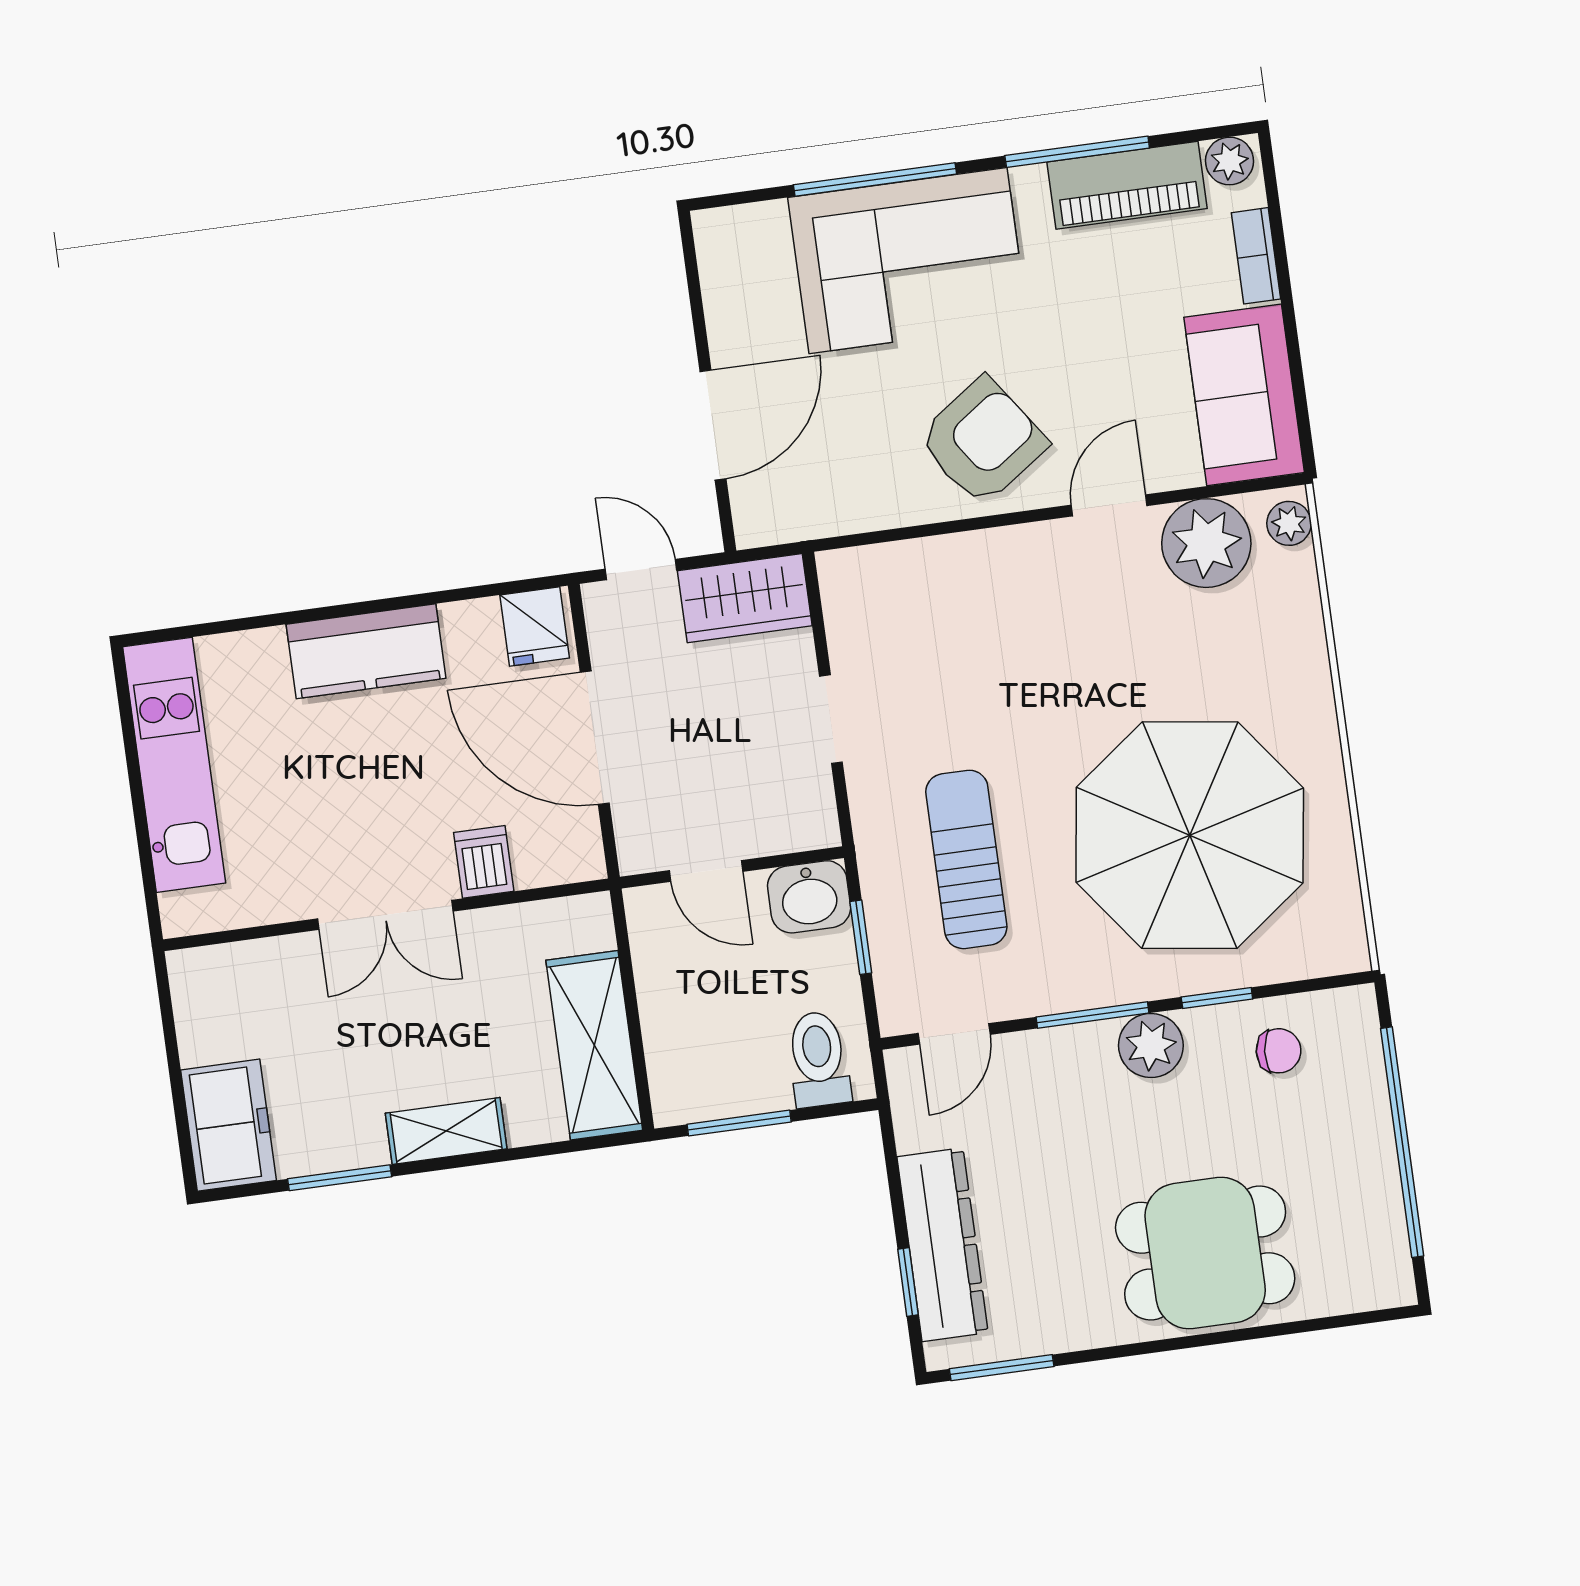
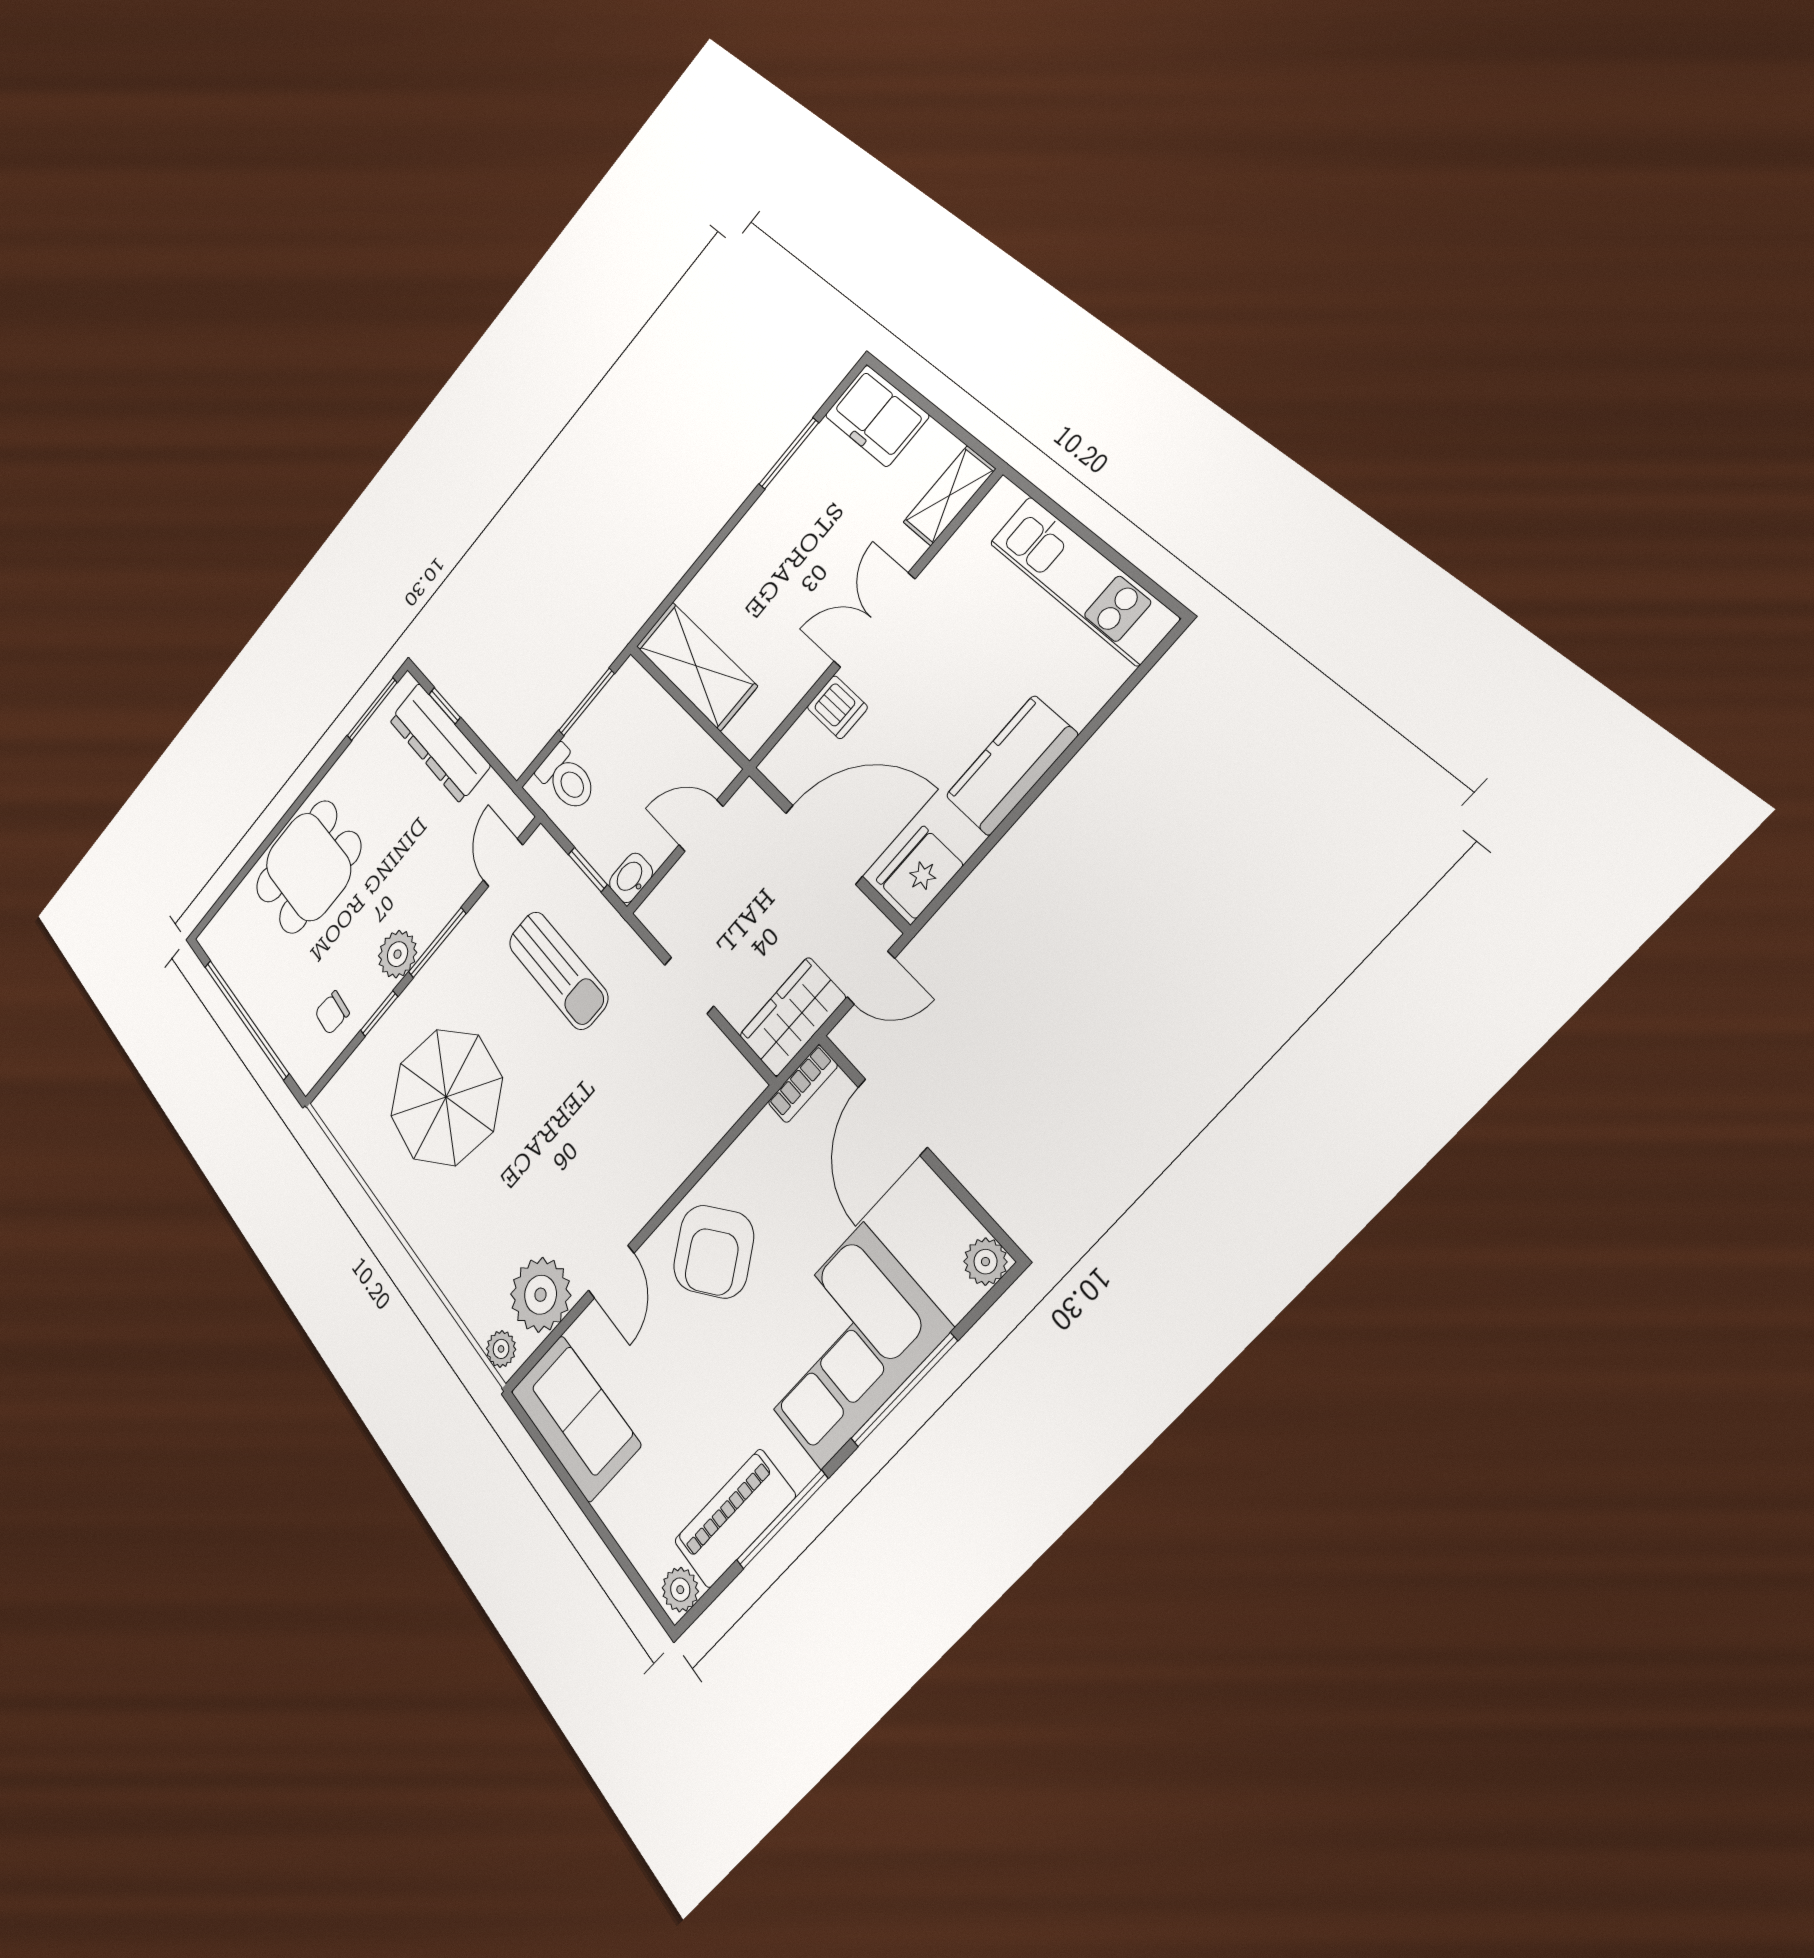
plant: (718, 232) -> (985, 1262), added
bookcase: (1256, 256) -> (803, 1084), moved, turned 90
fridge: (535, 626) -> (919, 872), width x1.38
parasol: (1190, 835) -> (446, 1097), width x0.73, depth x0.73
washbasin: (809, 897) -> (631, 878), width x0.72, depth x0.69
shelving: (446, 1131) -> (949, 496), moved

